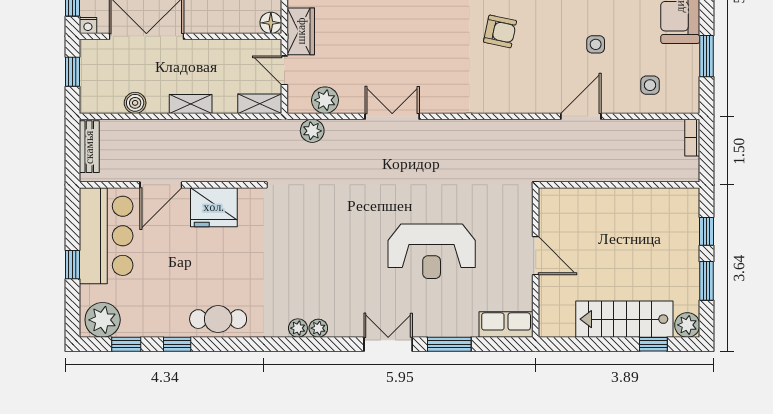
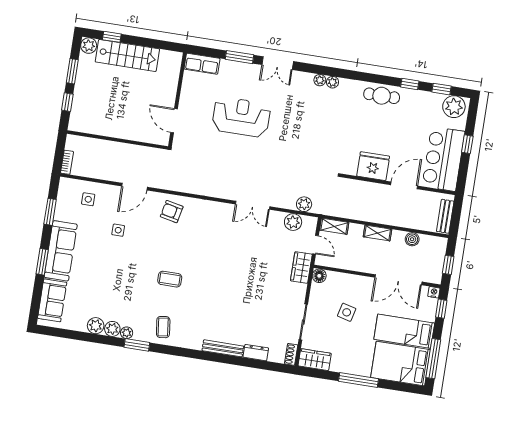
armchair: (500, 31) -> (172, 212), moved
door: (536, 256) -> (174, 121), moved

